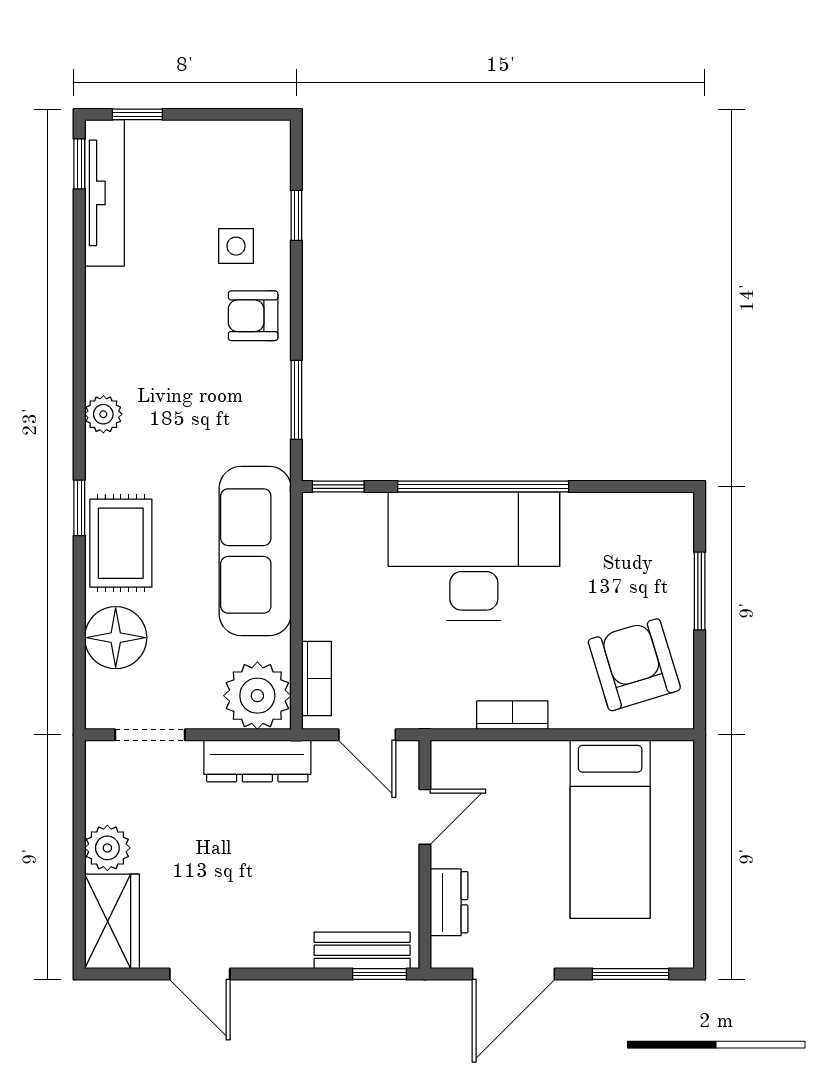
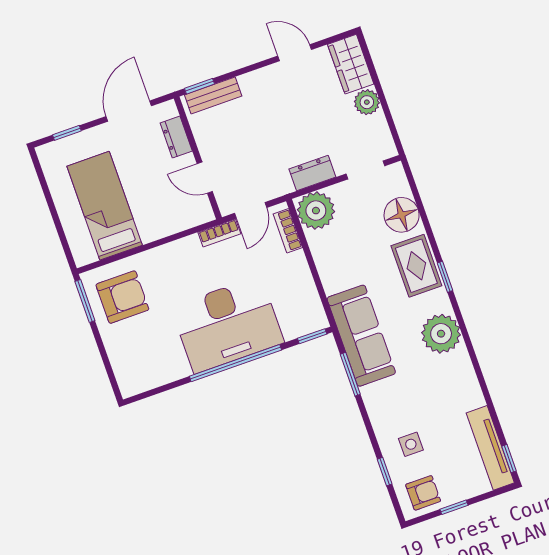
window: (137, 114) -> (454, 507), moved
armchair: (253, 316) -> (423, 493), moved
plant: (103, 414) -> (441, 334), width x1.87, depth x1.87
sofa: (255, 551) -> (361, 336), moved
window: (700, 591) -> (85, 301), moved
armchair: (634, 665) -> (122, 297), turned -73
bookcase: (512, 715) -> (219, 233), moved
door: (367, 735) -> (251, 210), swing flipped
dresser: (257, 761) -> (312, 173), width x0.70
door: (425, 817) -> (205, 178), hinge flipped
window: (630, 974) -> (67, 133), width x0.67

